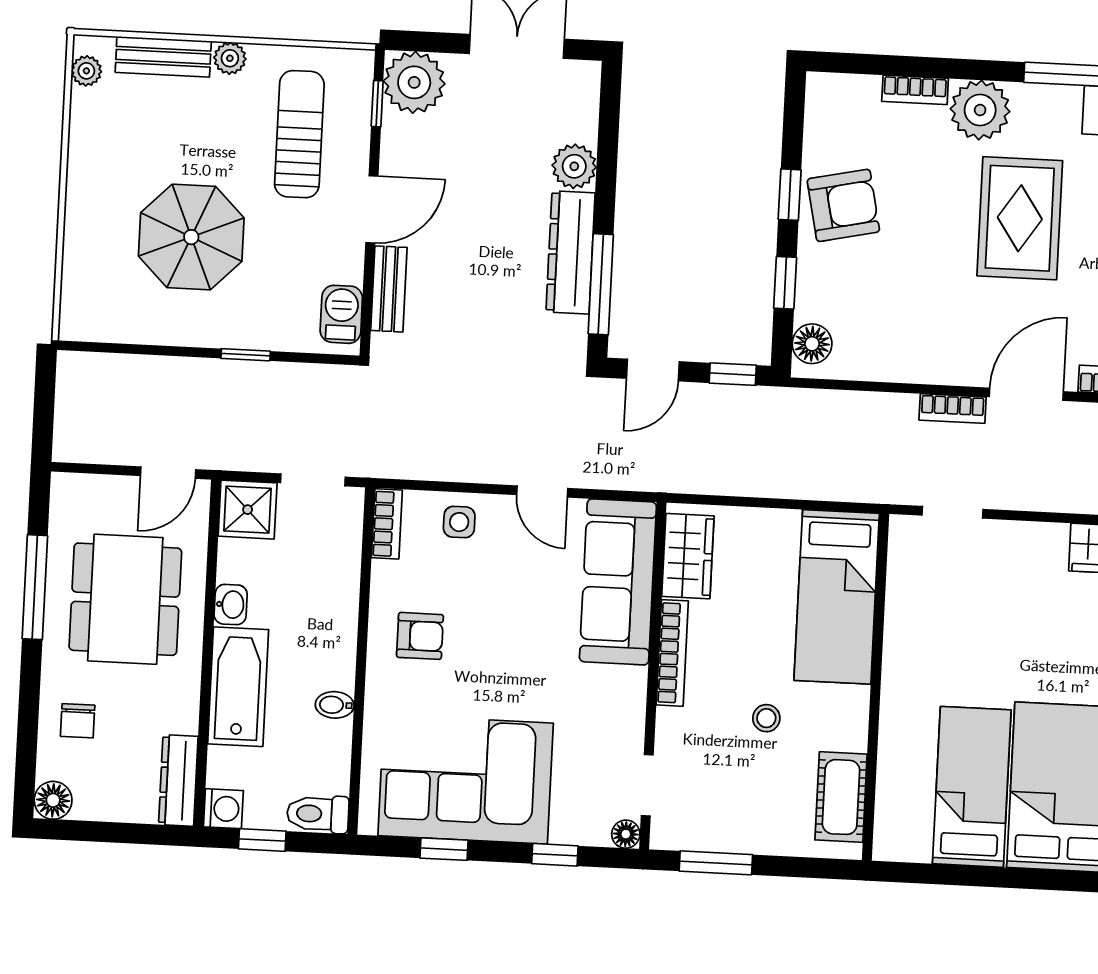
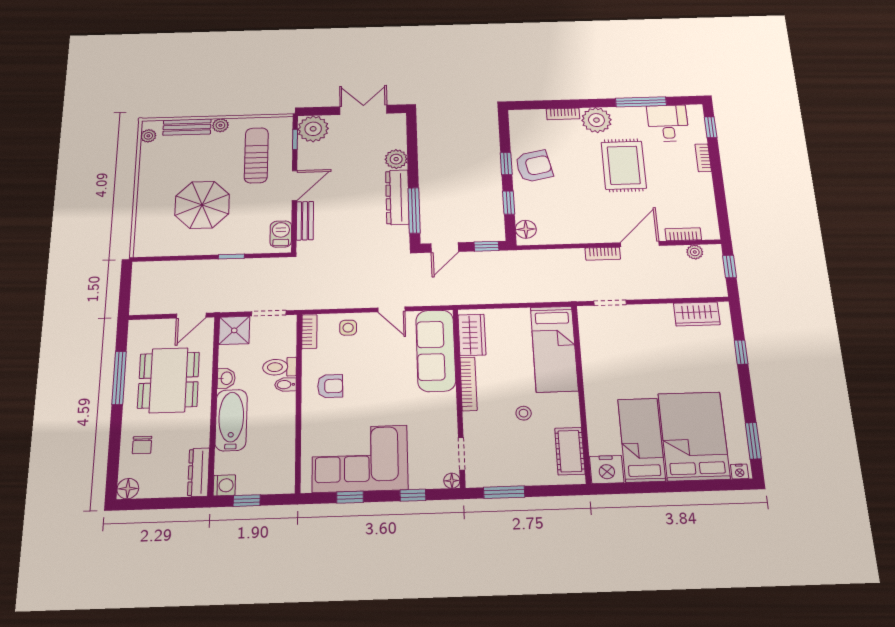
bidet: (335, 705) -> (285, 385), moved
toilet: (318, 814) -> (280, 367), moved
nightstand: (902, 837) -> (607, 469), added

